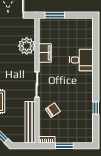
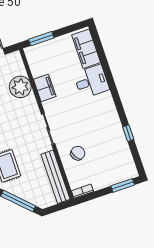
filing cabinet: (86, 34) -> (86, 49), added
window: (64, 146) -> (123, 185), moved

